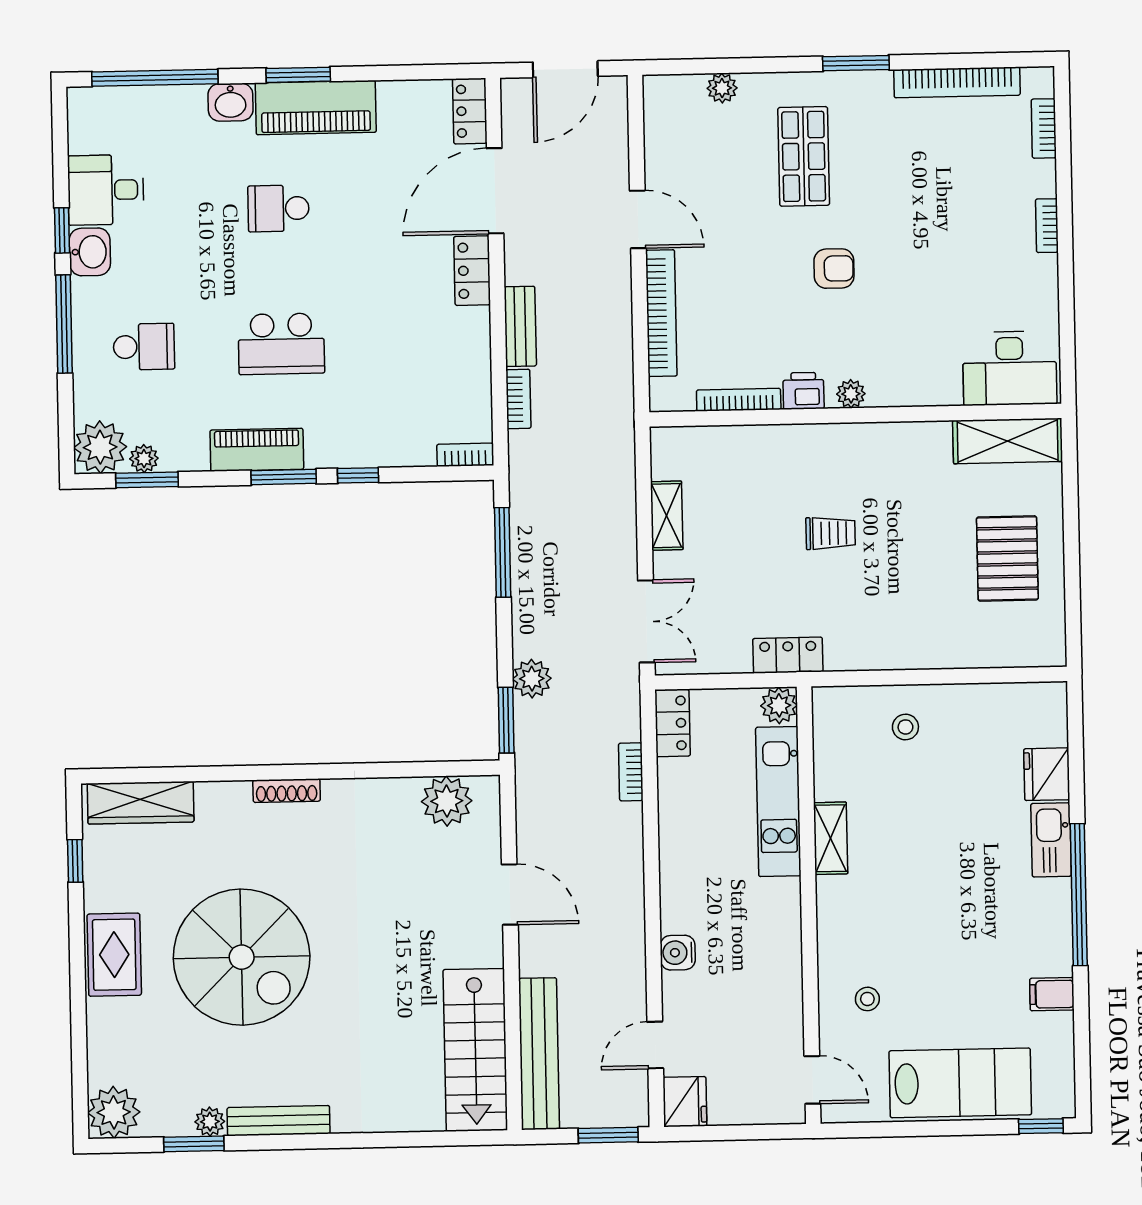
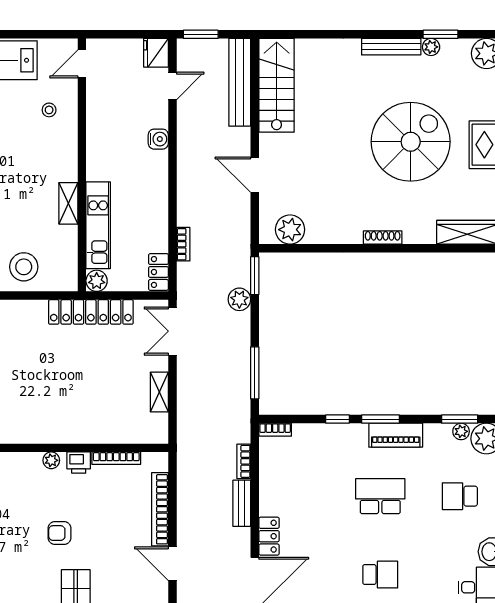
trolley: (831, 533) -> (65, 380), removed
locker: (788, 655) -> (91, 312), width x2.16, depth x1.21
stool: (905, 727) -> (24, 267), width x1.89, depth x1.89
spiral stairs: (242, 957) -> (411, 142), turned 90
door: (812, 1080) -> (82, 64), hinge flipped

